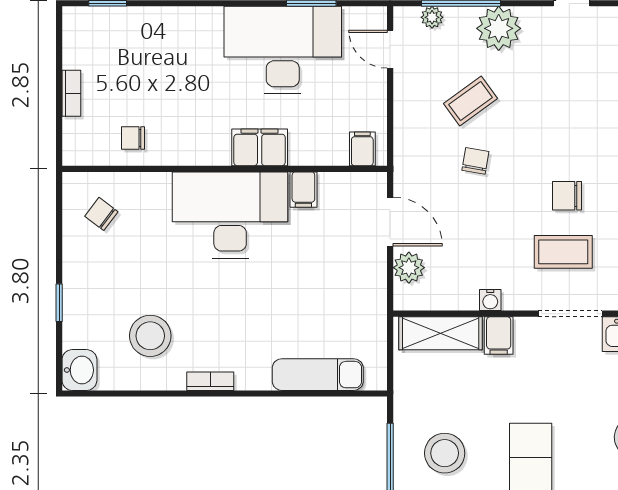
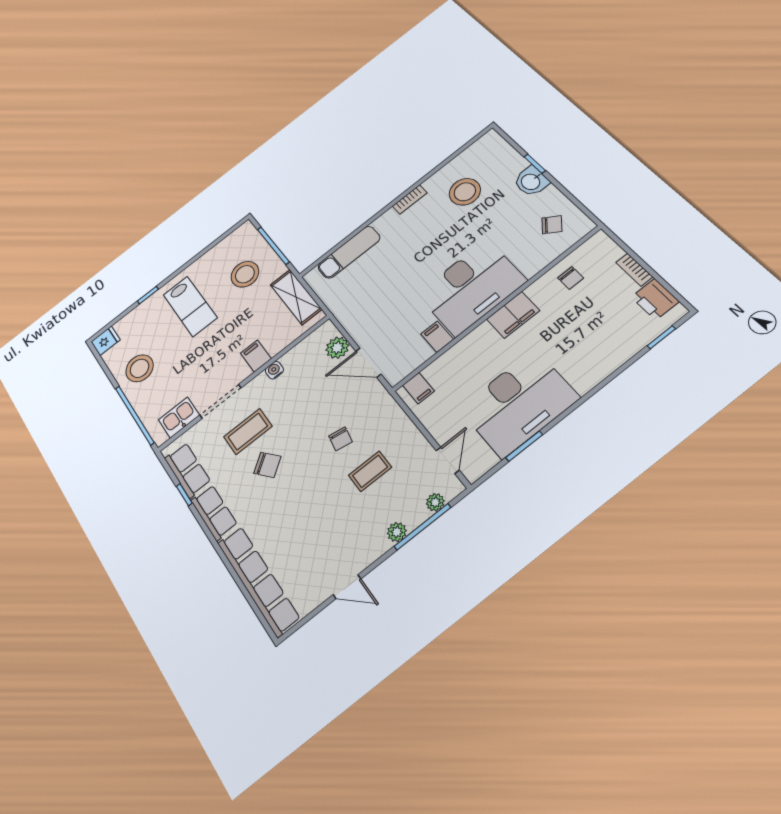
plant: (499, 28) -> (397, 532), width x0.53, depth x0.53
printer: (80, 46) -> (655, 299), added
door: (390, 49) -> (448, 460), hinge flipped
coffee table: (471, 101) -> (370, 471), turned 36
chair: (133, 138) -> (571, 278), turned 90
filing cabinet: (260, 147) -> (513, 315), moved
chair: (567, 196) -> (267, 465), turned 52
shelving: (441, 333) -> (296, 297), moved, turned 90
washbasin: (79, 370) -> (531, 181), moved

